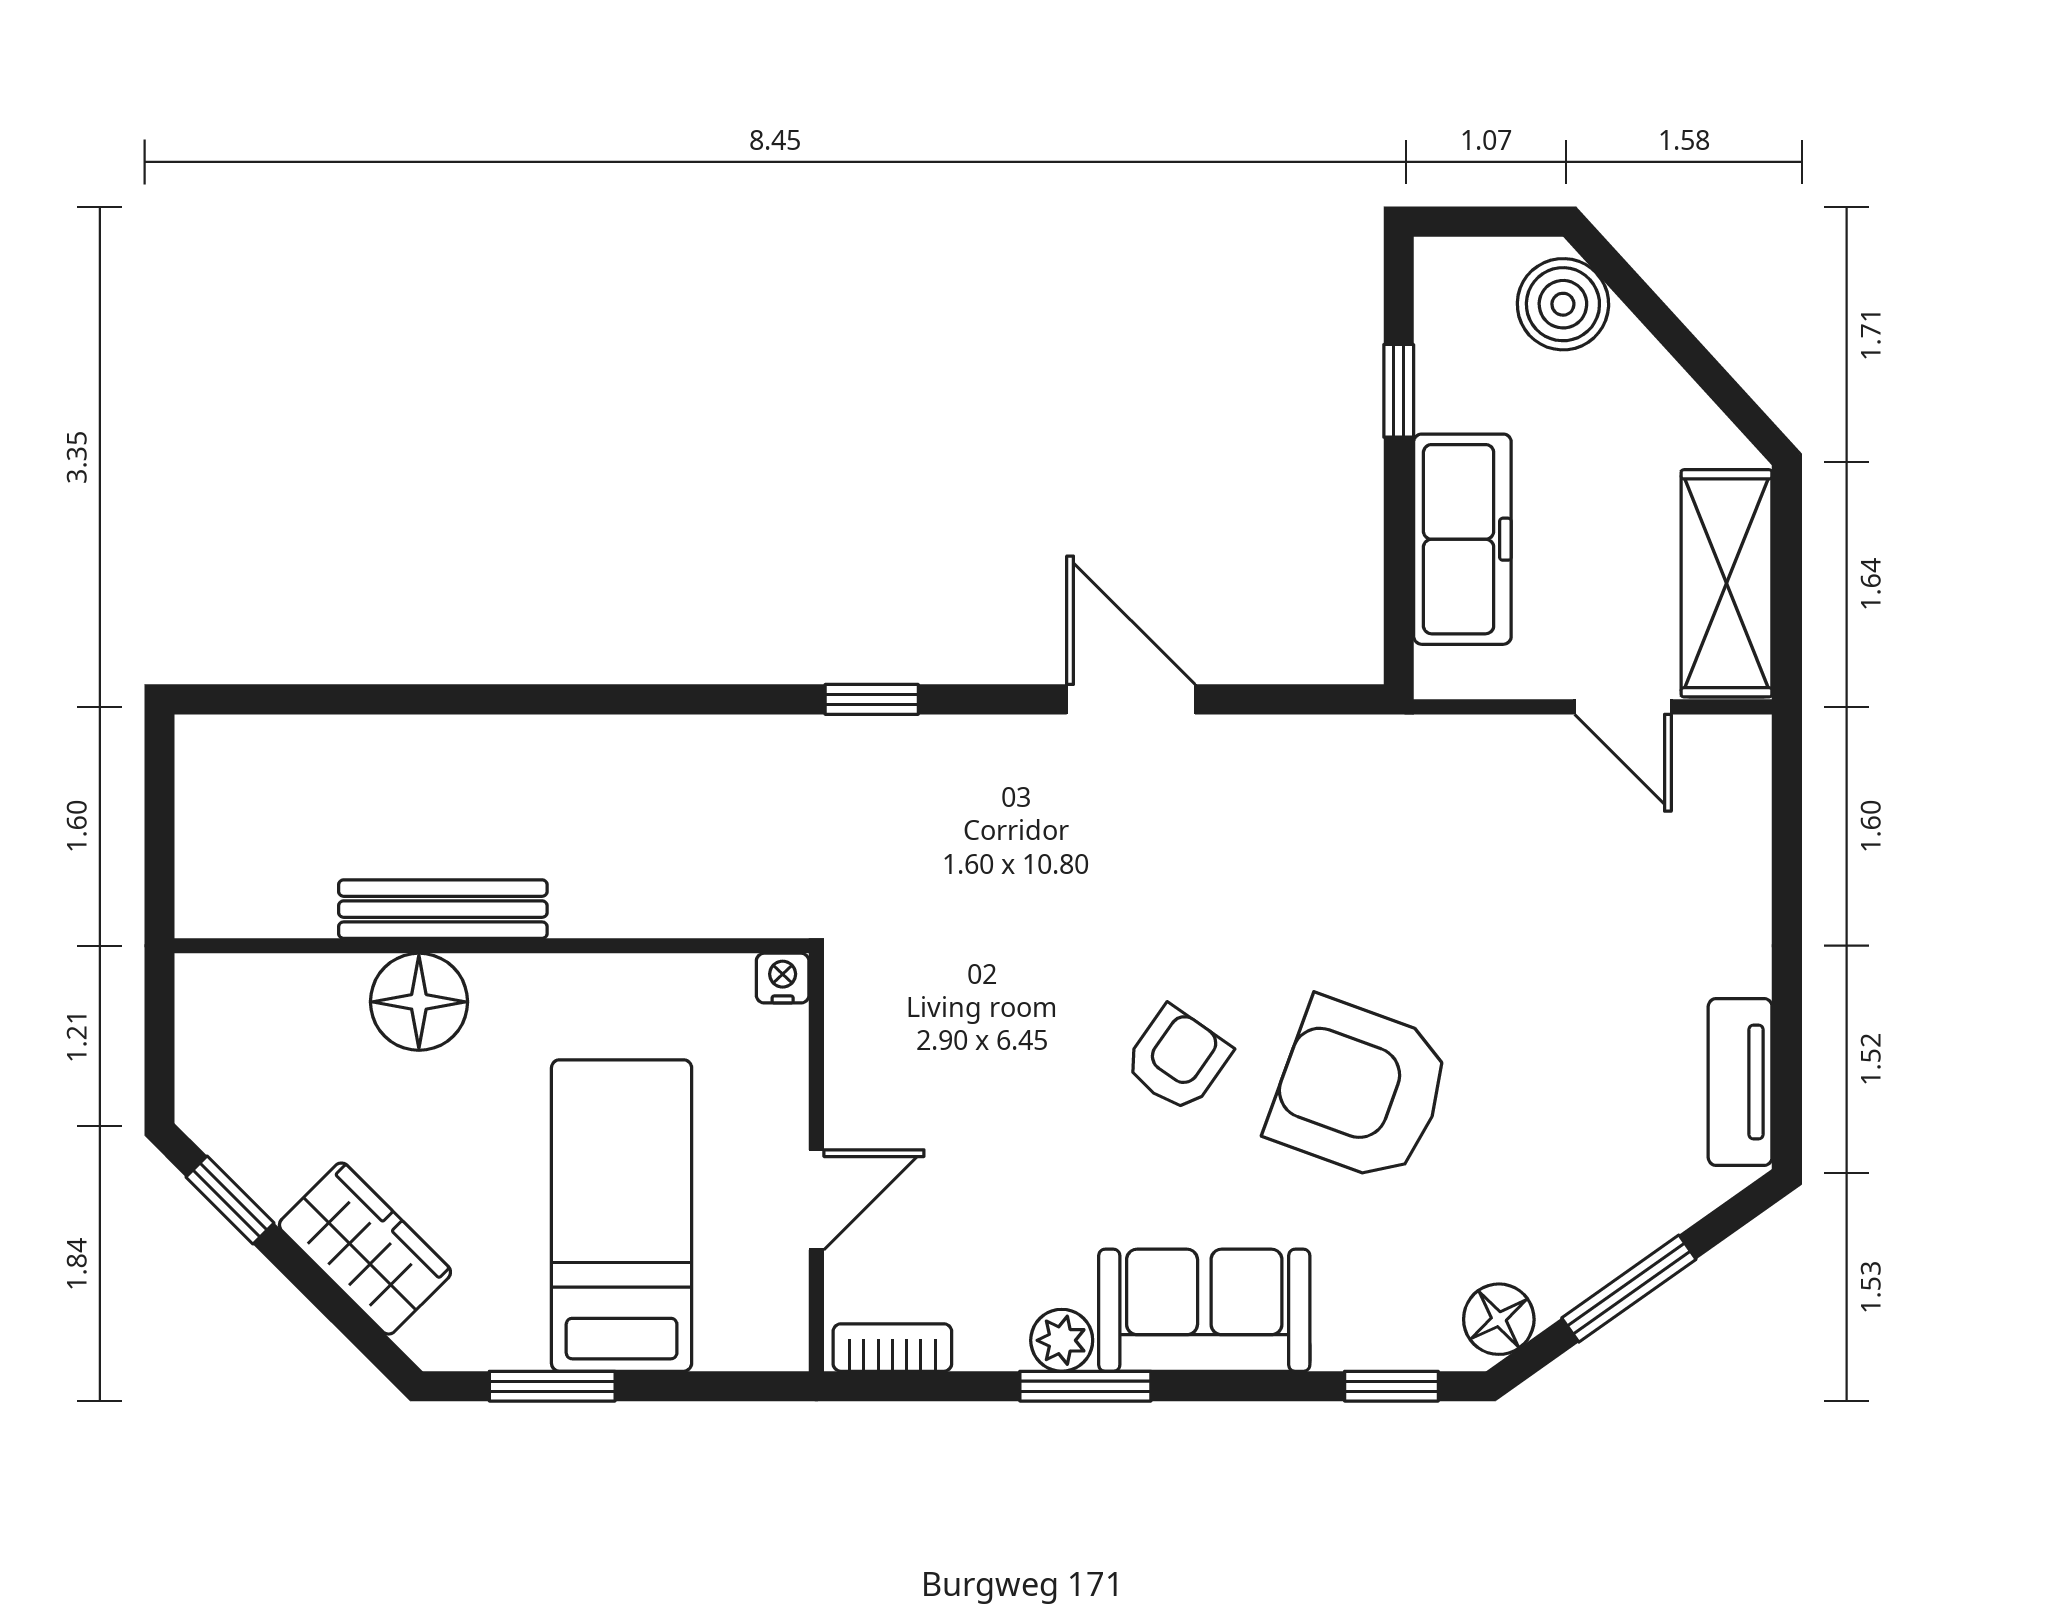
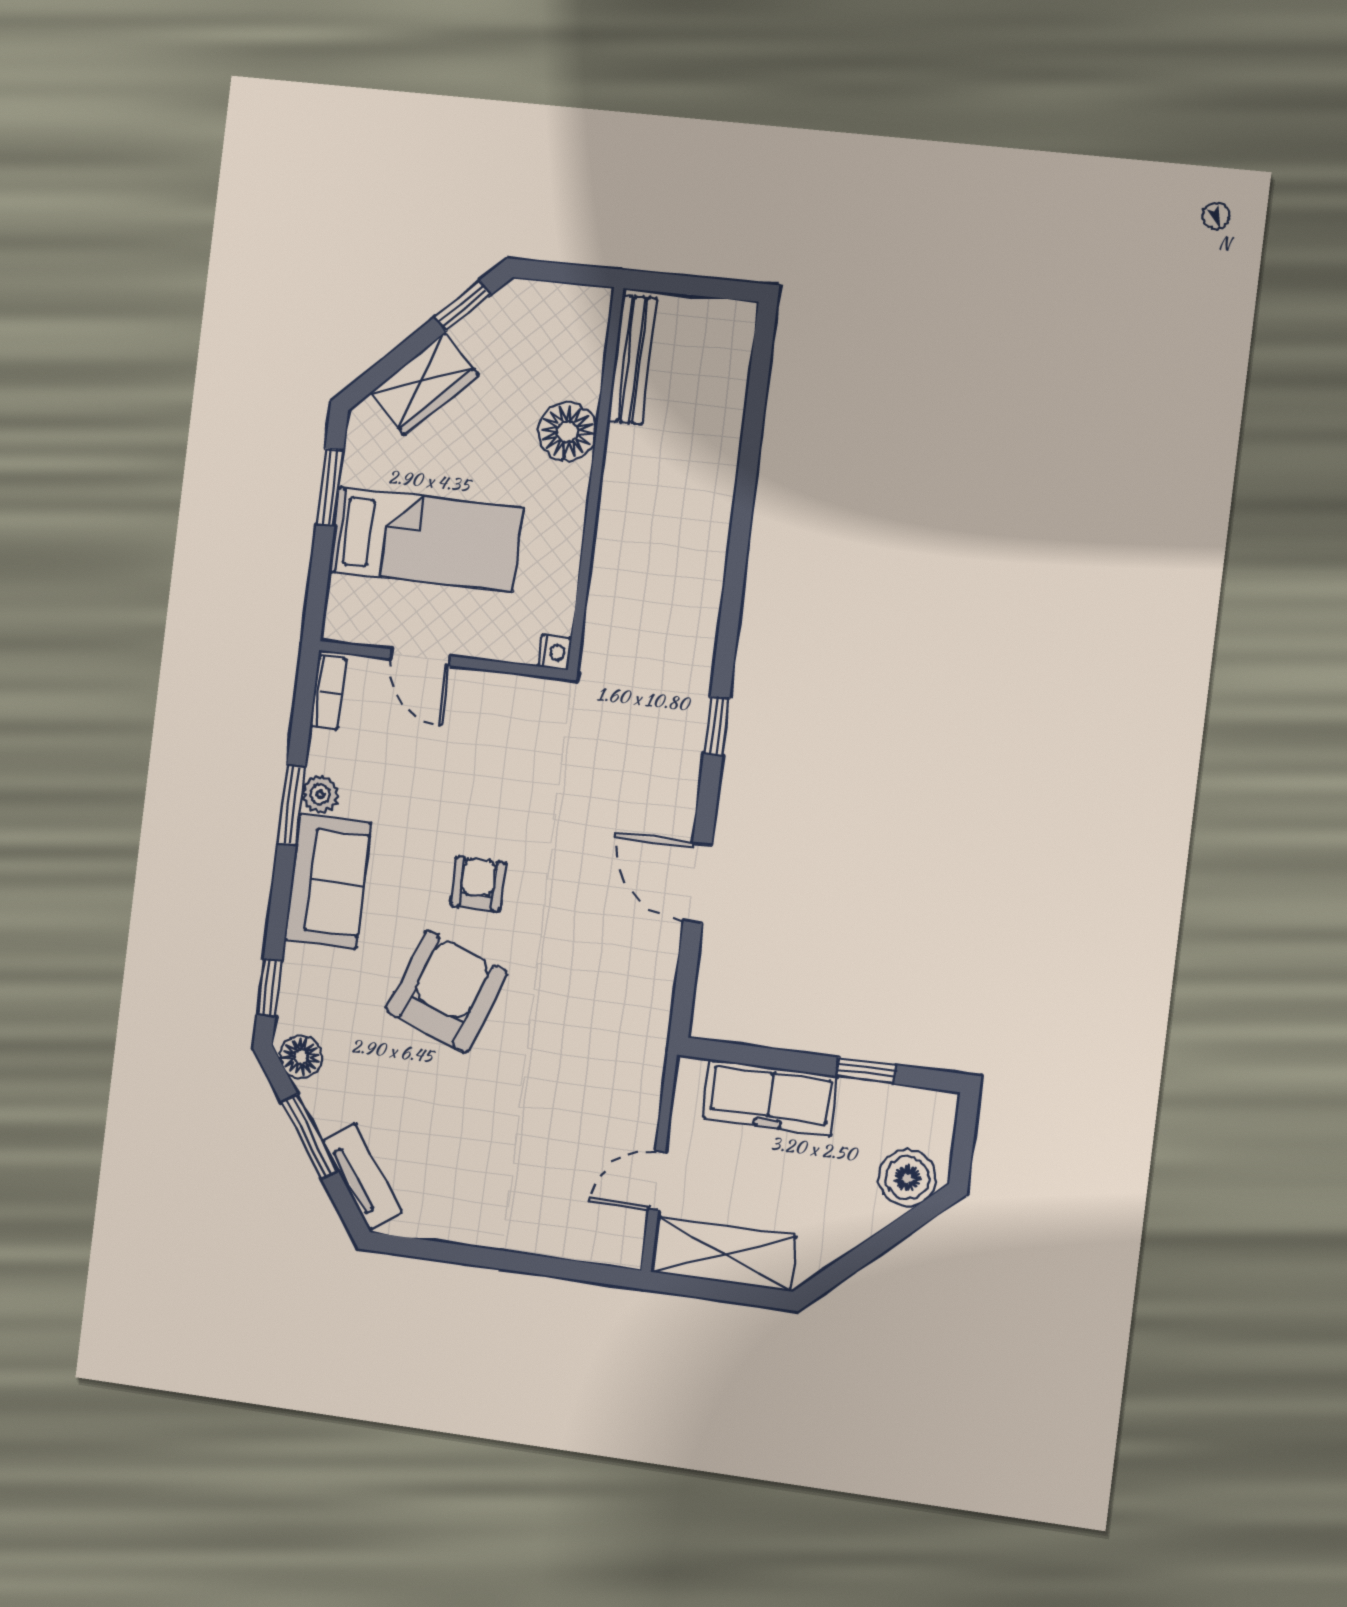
door: (1131, 699) -> (697, 883), swing flipped
bench: (443, 909) -> (632, 360), moved
armchair: (1177, 1059) -> (478, 884), turned -125
tv unit: (1740, 1082) -> (362, 1176), moved, turned 55

